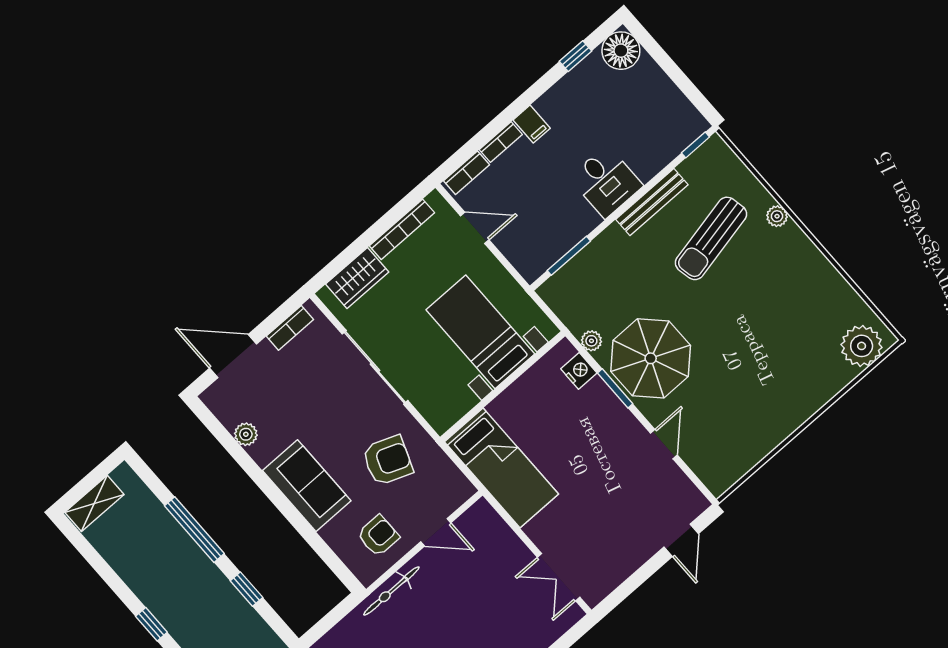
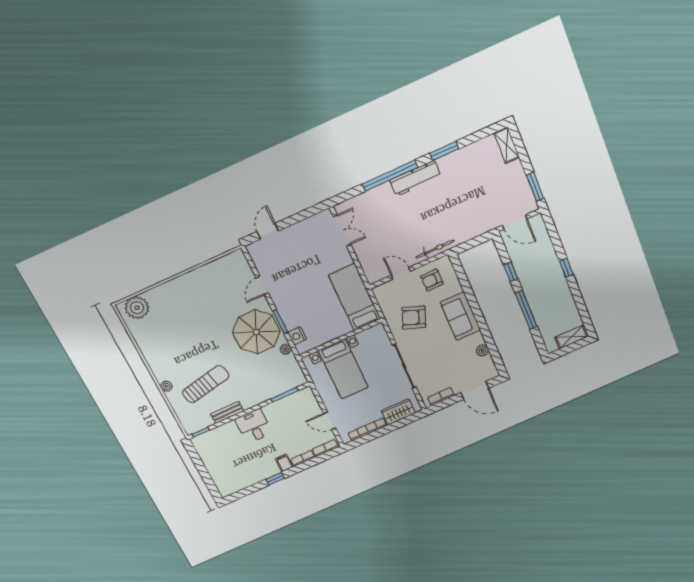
floor lamp: (621, 51) -> (227, 486), removed
window: (576, 56) -> (275, 479), moved
bench: (652, 202) -> (227, 412), width x0.73

